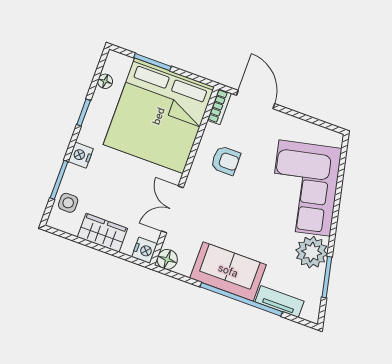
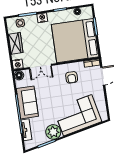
double door: (172, 209) -> (40, 66), swing flipped

